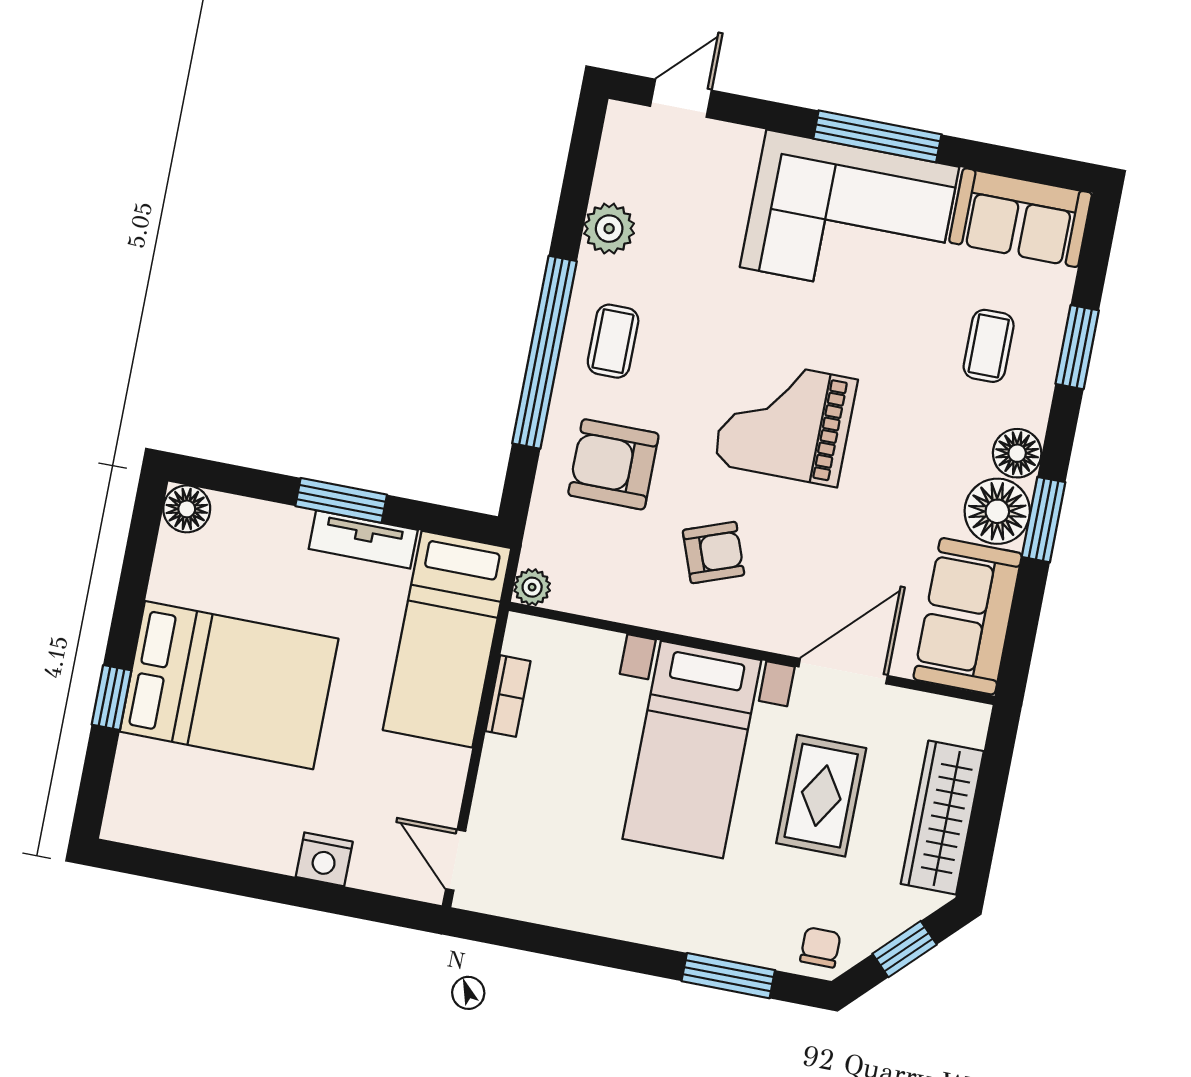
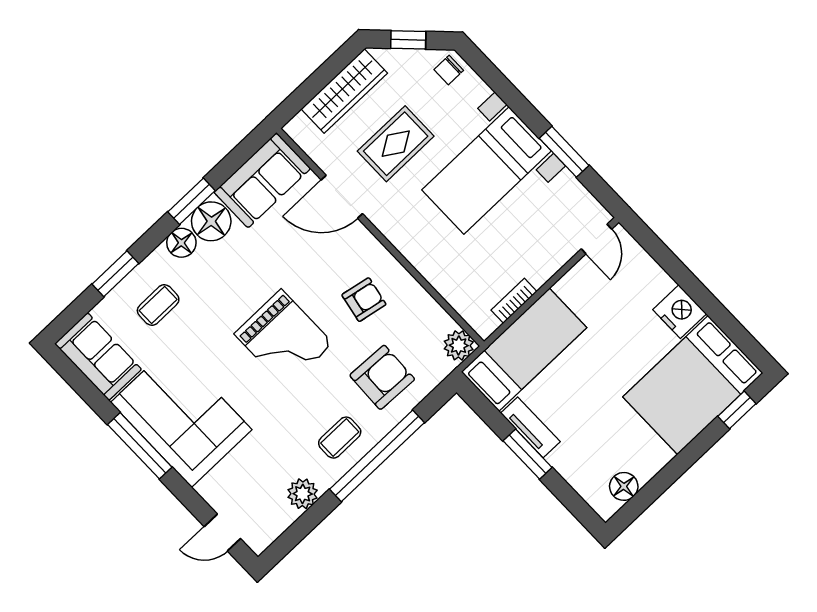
armchair: (613, 464) -> (382, 377), turned -88
floor lamp: (187, 509) -> (624, 486), moved
armchair: (714, 553) -> (364, 300), turned 121
plant: (532, 587) -> (459, 345), width x1.38, depth x1.38
bed: (229, 685) -> (693, 385), moved, turned -90
window: (112, 698) -> (737, 410), moved
bed with nightstands: (692, 750) -> (487, 170), moved, turned 180
nightstand: (324, 859) -> (680, 312), moved, width x1.36, depth x1.33
window: (728, 976) -> (564, 152), moved

